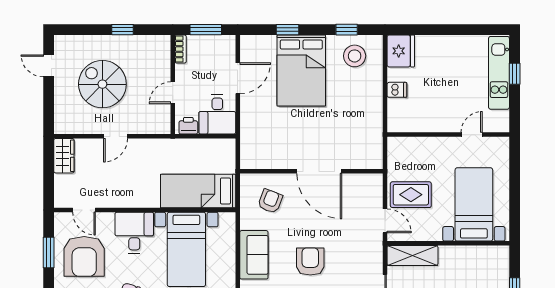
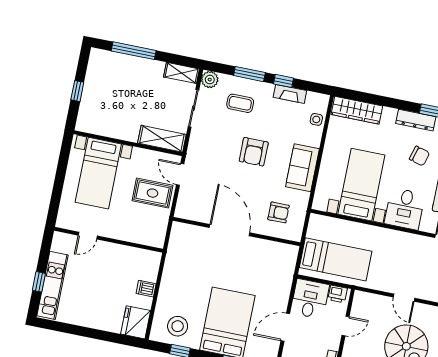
door: (116, 136) -> (404, 298), swing flipped
bed: (198, 191) -> (336, 259), moved
armchair: (270, 201) -> (278, 212), turned -111

